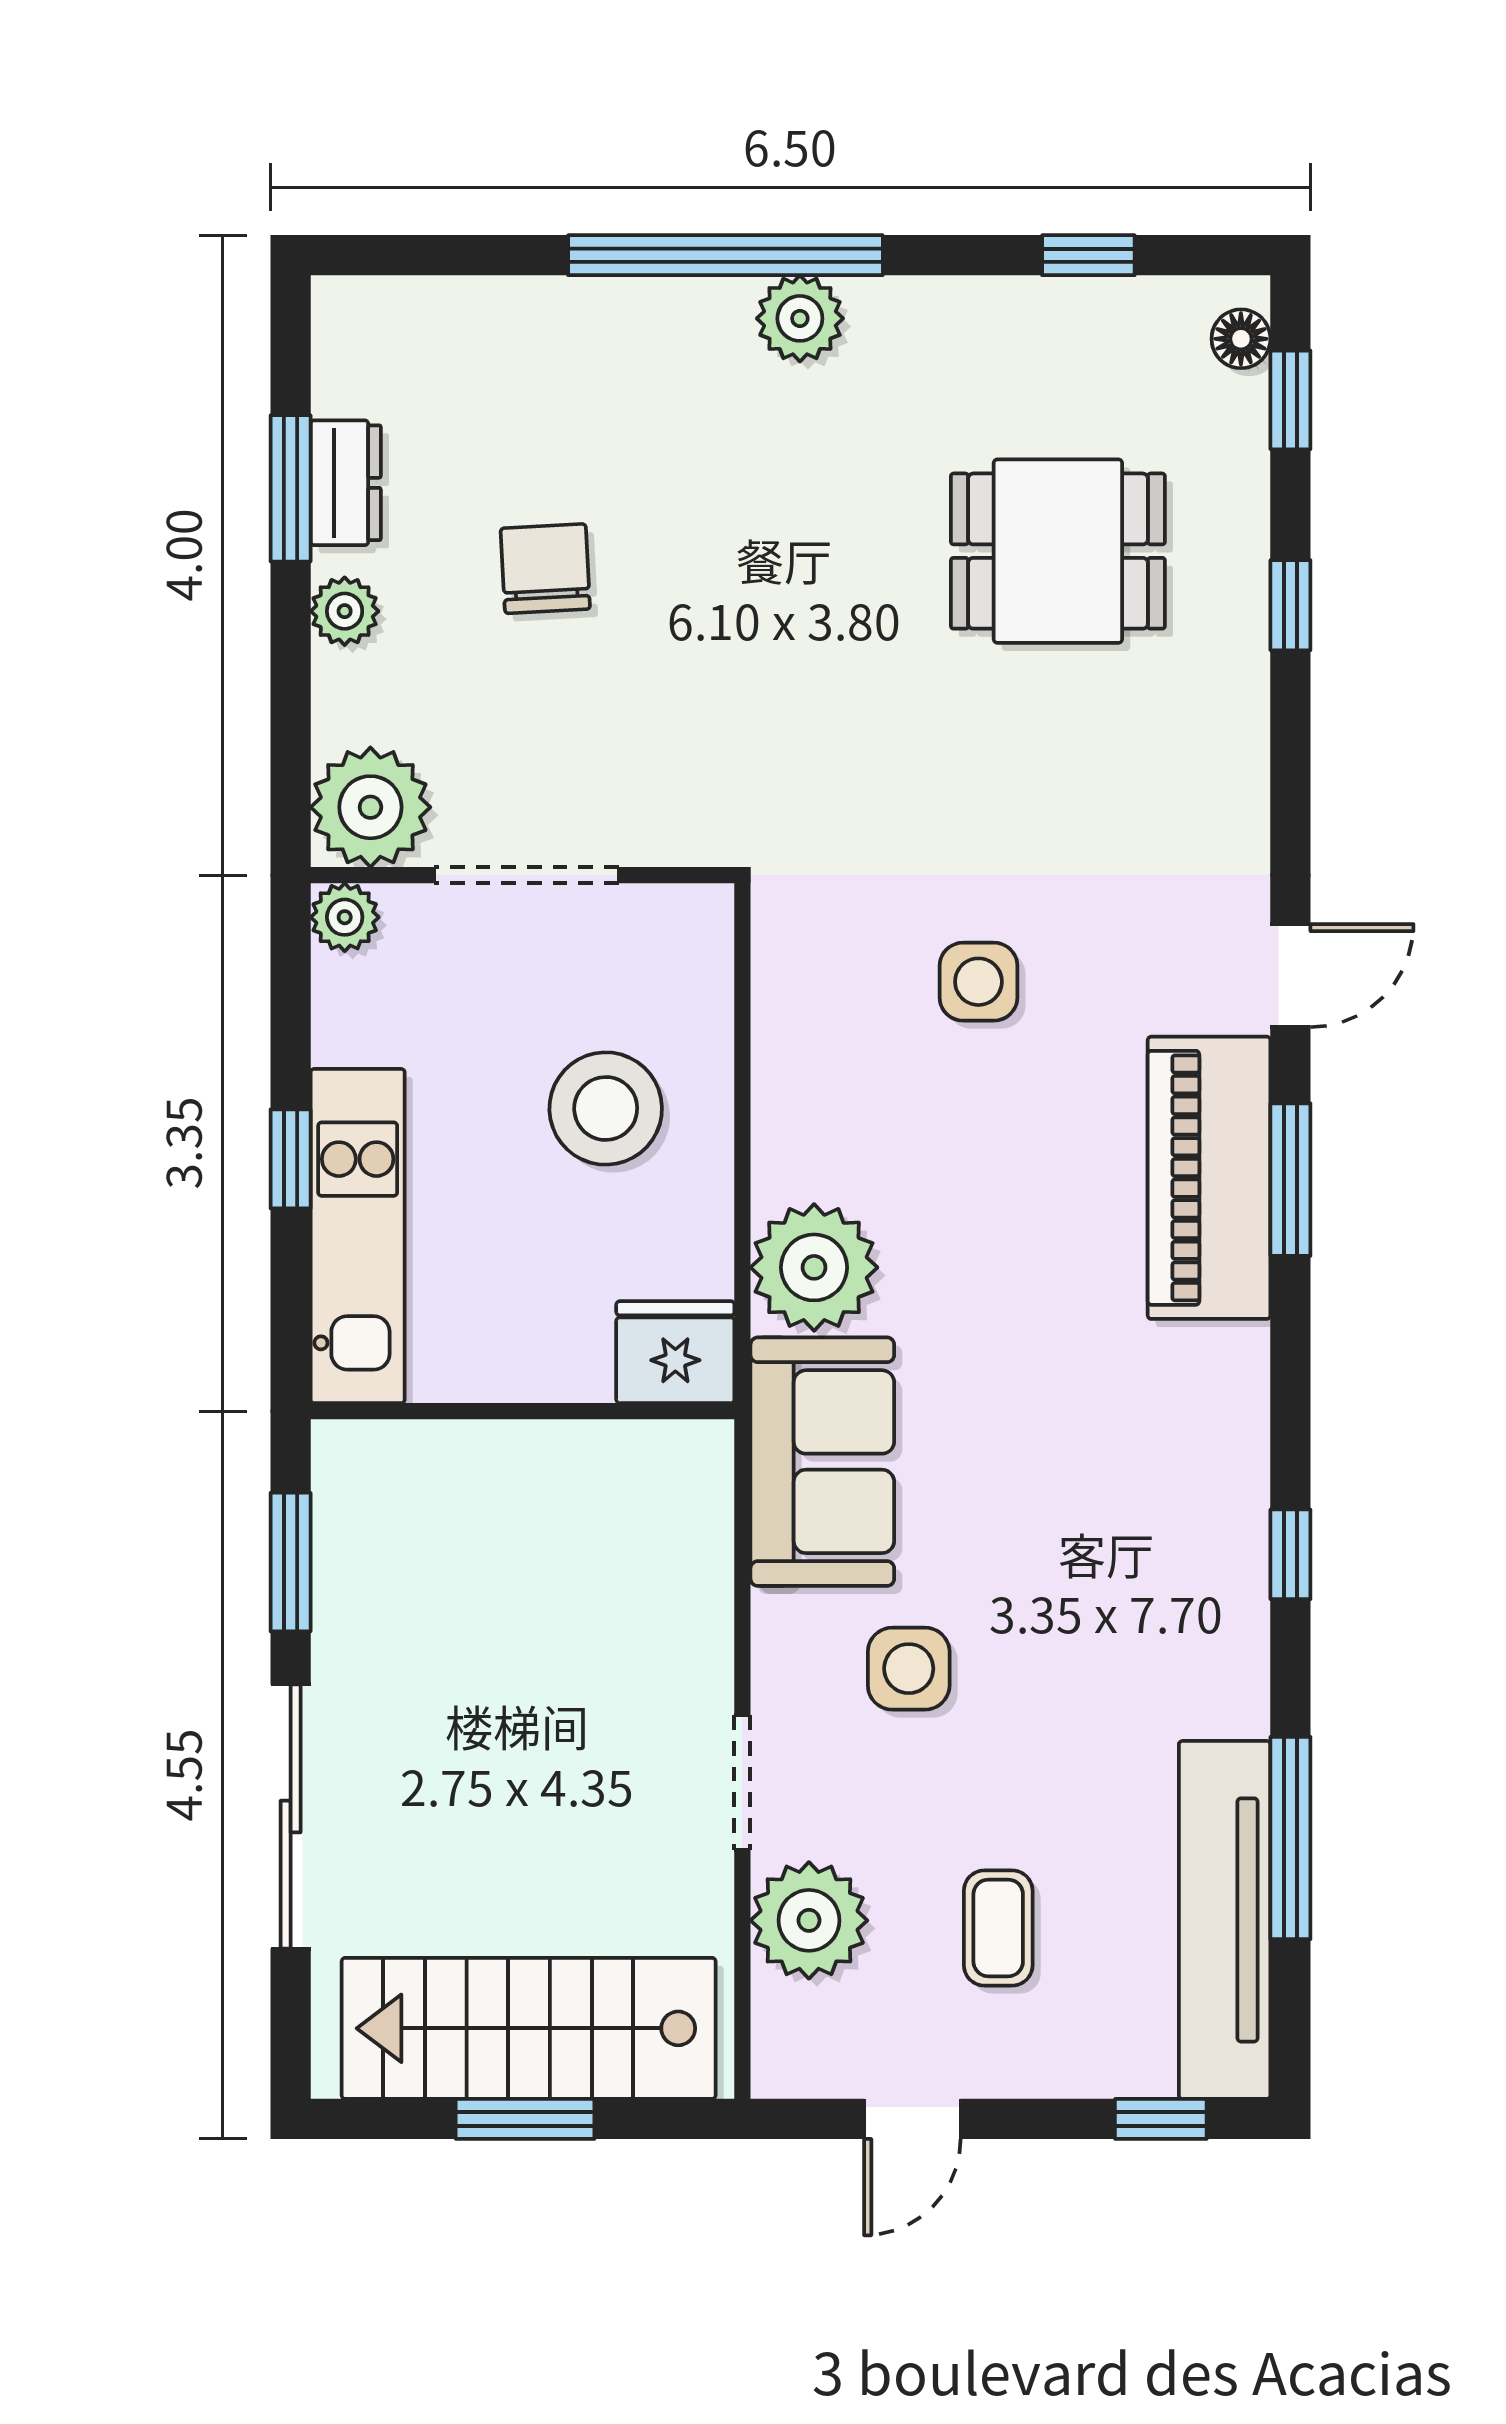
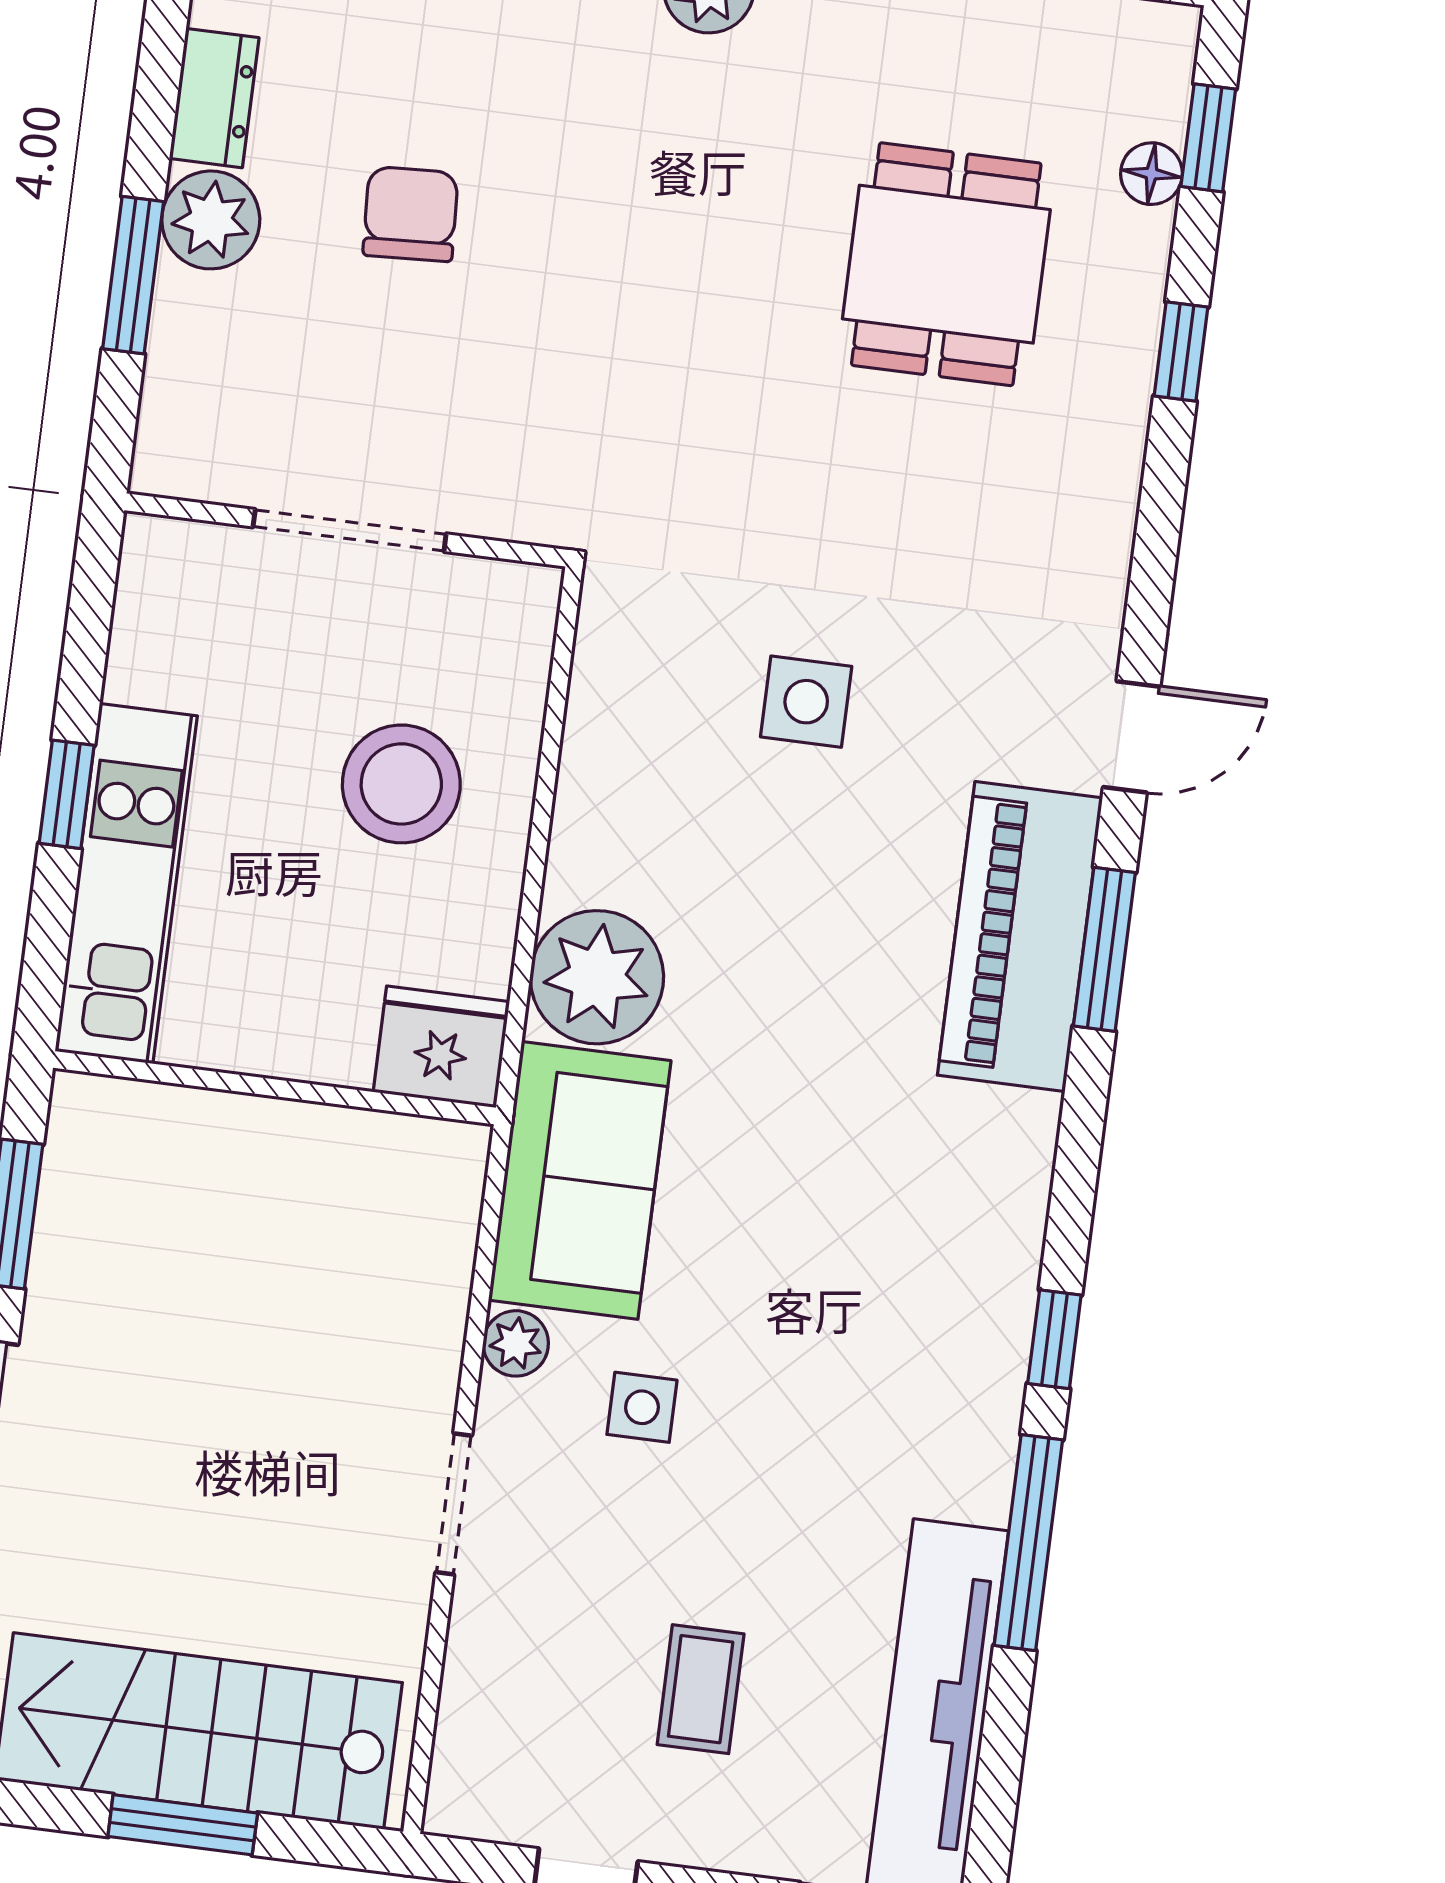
floor lamp: (1241, 339) -> (1151, 174), moved
window: (291, 488) -> (133, 275), moved
dining table: (1058, 551) -> (946, 264), turned 90
plant: (345, 611) -> (211, 220), width x1.38, depth x1.38
plant: (370, 807) -> (197, 439), removed
plant: (345, 917) -> (155, 550), removed
side table: (909, 1669) -> (642, 1407), width x0.73, depth x0.73
window: (1290, 1838) -> (1028, 1543), moved
plant: (809, 1920) -> (516, 1343), moved, width x0.53, depth x0.53

